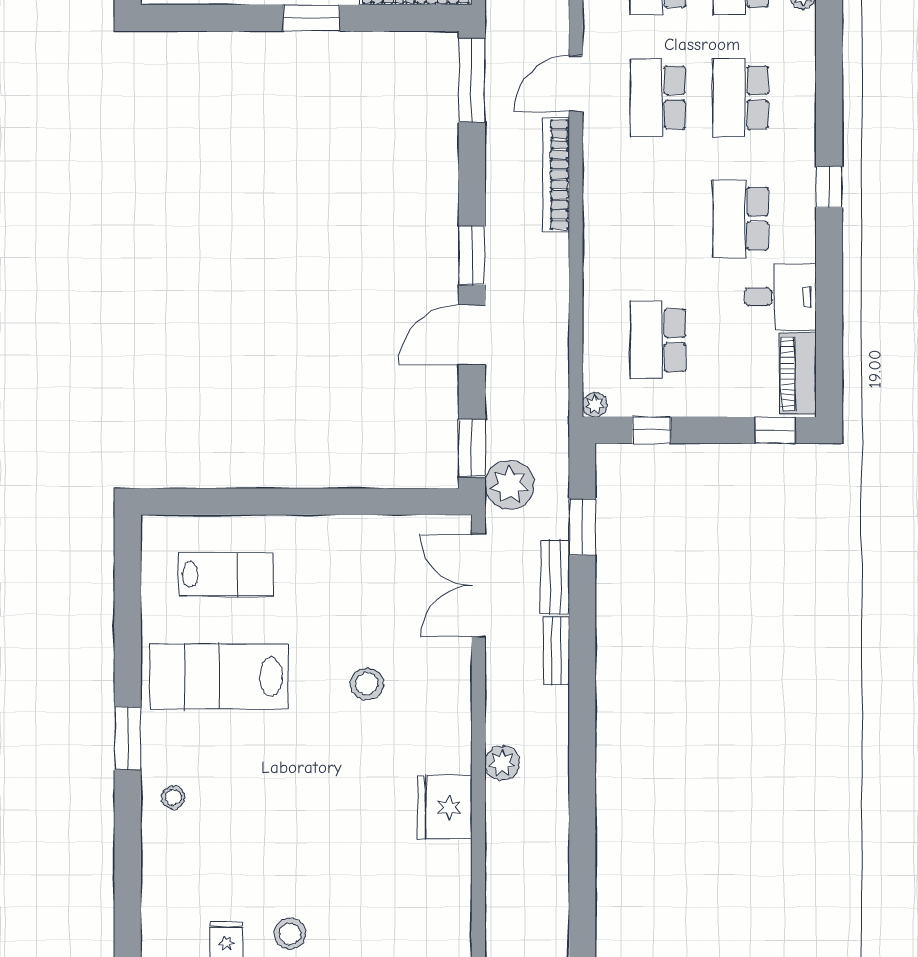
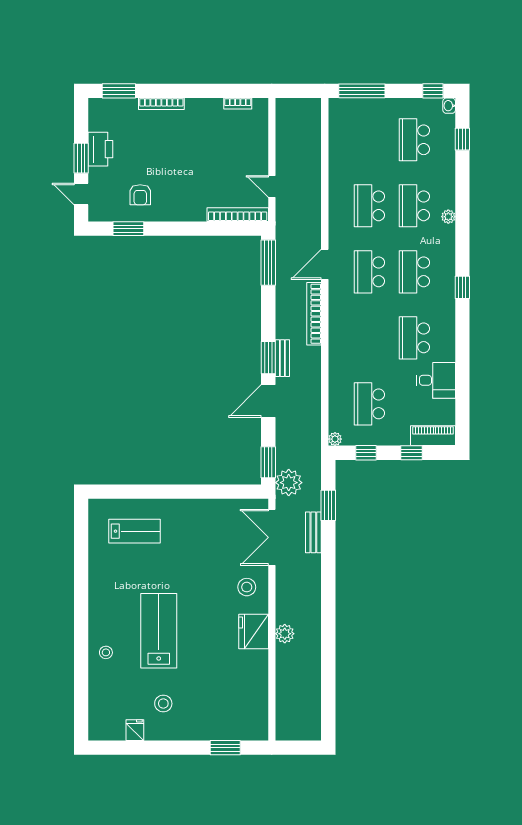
window: (311, 18) -> (128, 229), moved
window: (829, 187) -> (462, 287), moved
piano: (798, 374) -> (433, 436), moved, turned 90
window: (775, 430) -> (412, 453), moved
bench: (556, 651) -> (282, 358), moved
lab bench: (219, 677) -> (159, 631), moved, turned 90
stool: (367, 684) -> (247, 587), moved
window: (128, 738) -> (81, 620), removed
fridge: (445, 807) -> (254, 632), moved
stool: (290, 934) -> (163, 704), moved

